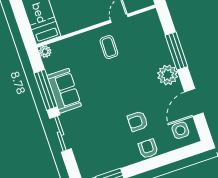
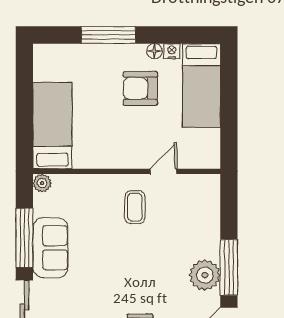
window: (176, 51) -> (229, 267), moved

